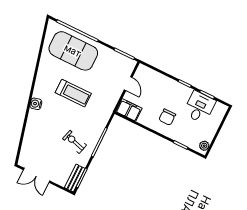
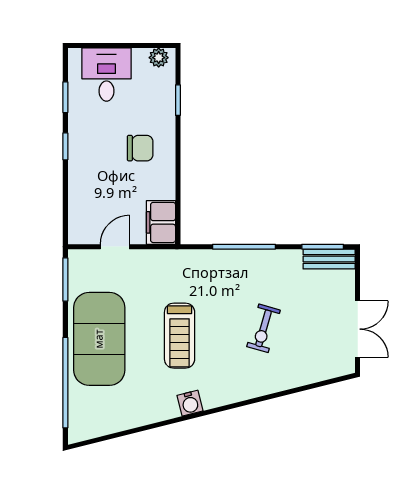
exercise mat: (73, 51) -> (99, 339), moved
treadmill: (73, 93) -> (180, 336), turned 180
water cooler: (36, 104) -> (190, 403), moved
desk: (199, 107) -> (107, 75), moved, turned 90
exercise bike: (75, 142) -> (263, 328), moved

